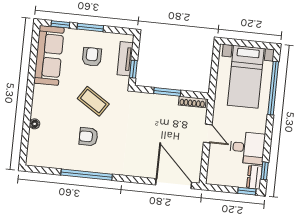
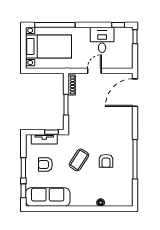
dresser: (254, 177) -> (124, 32), removed

